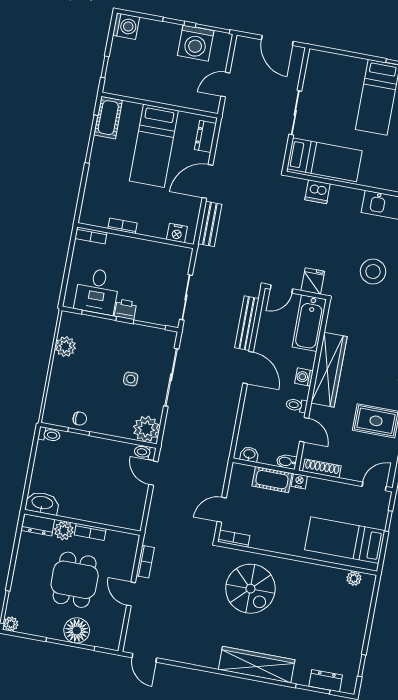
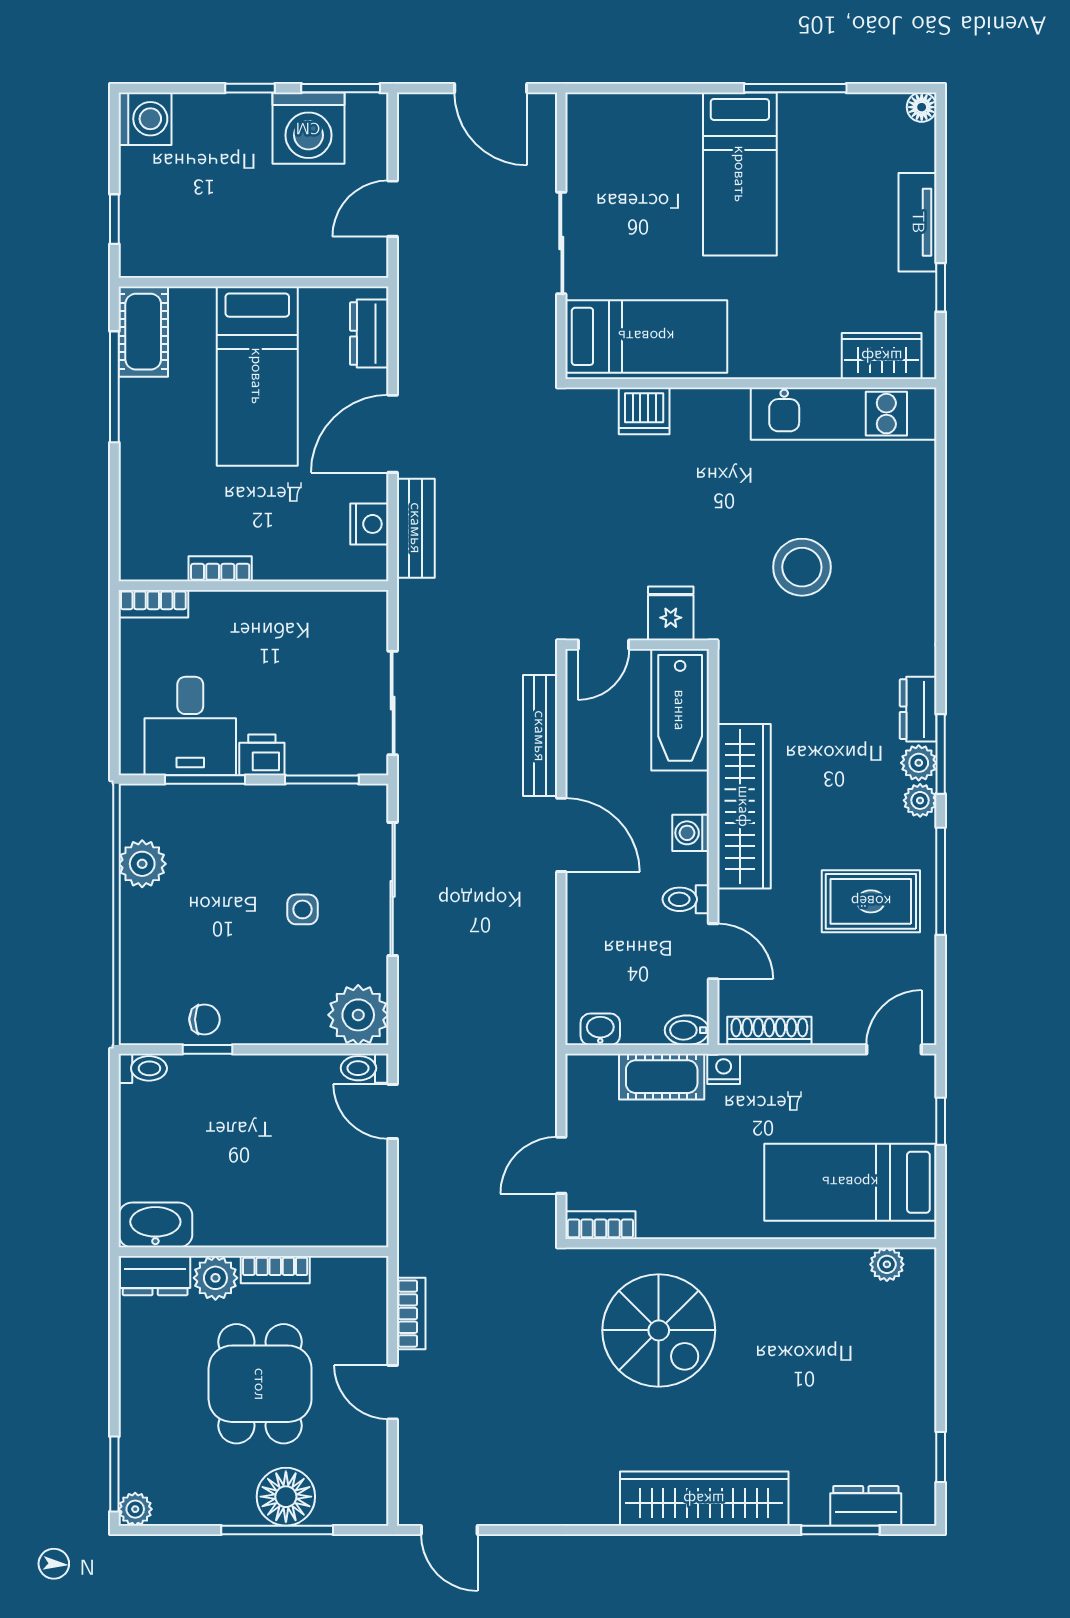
nightstand: (177, 233) -> (369, 524), moved, turned -90

